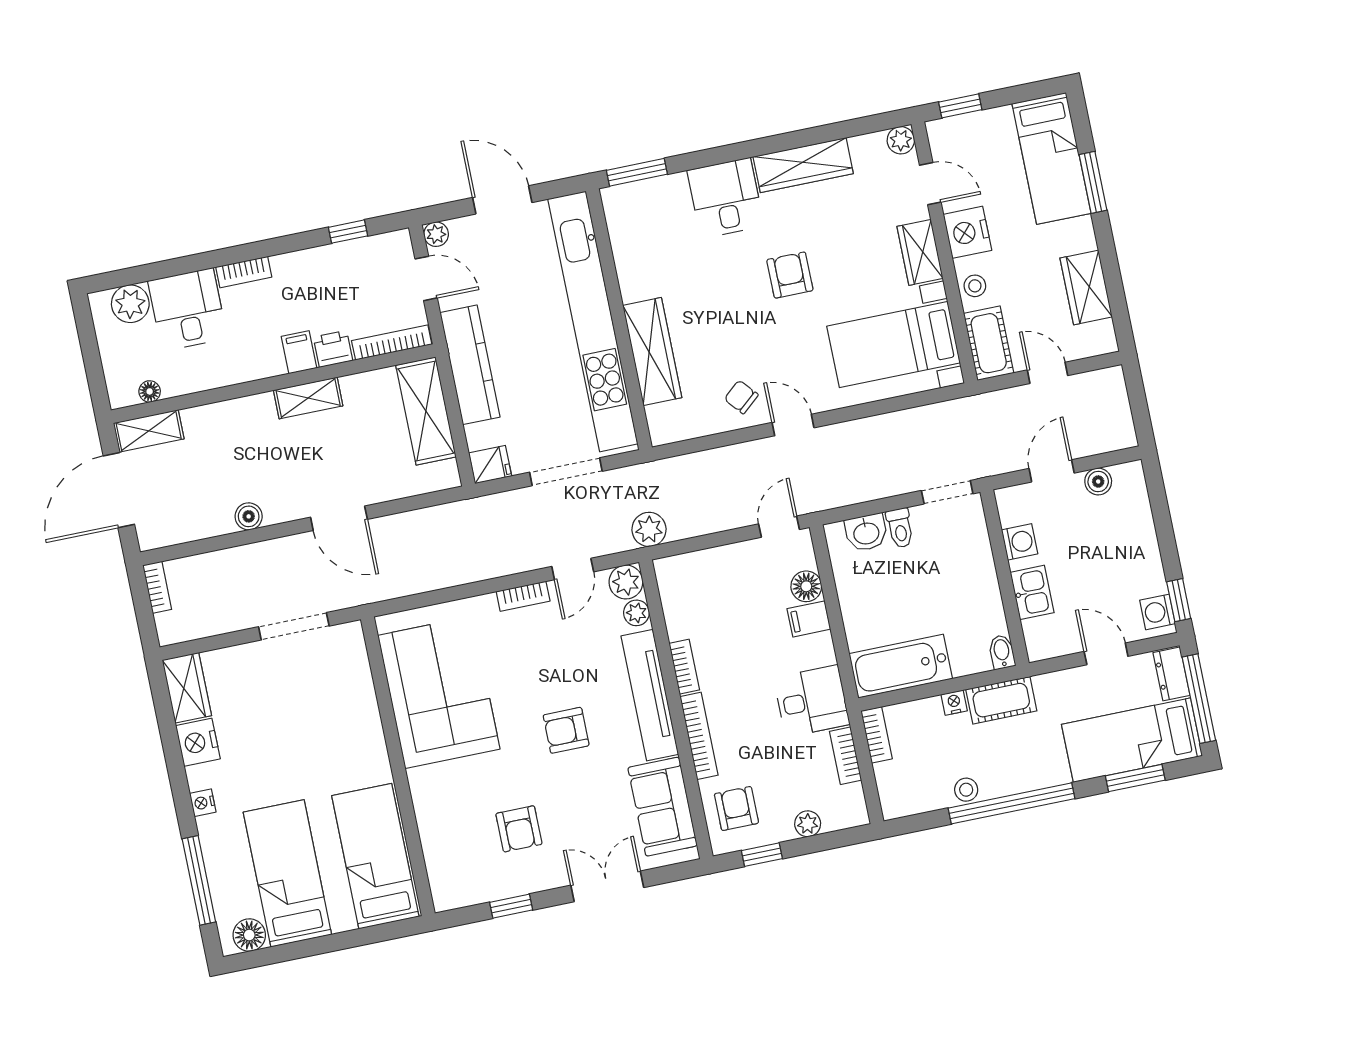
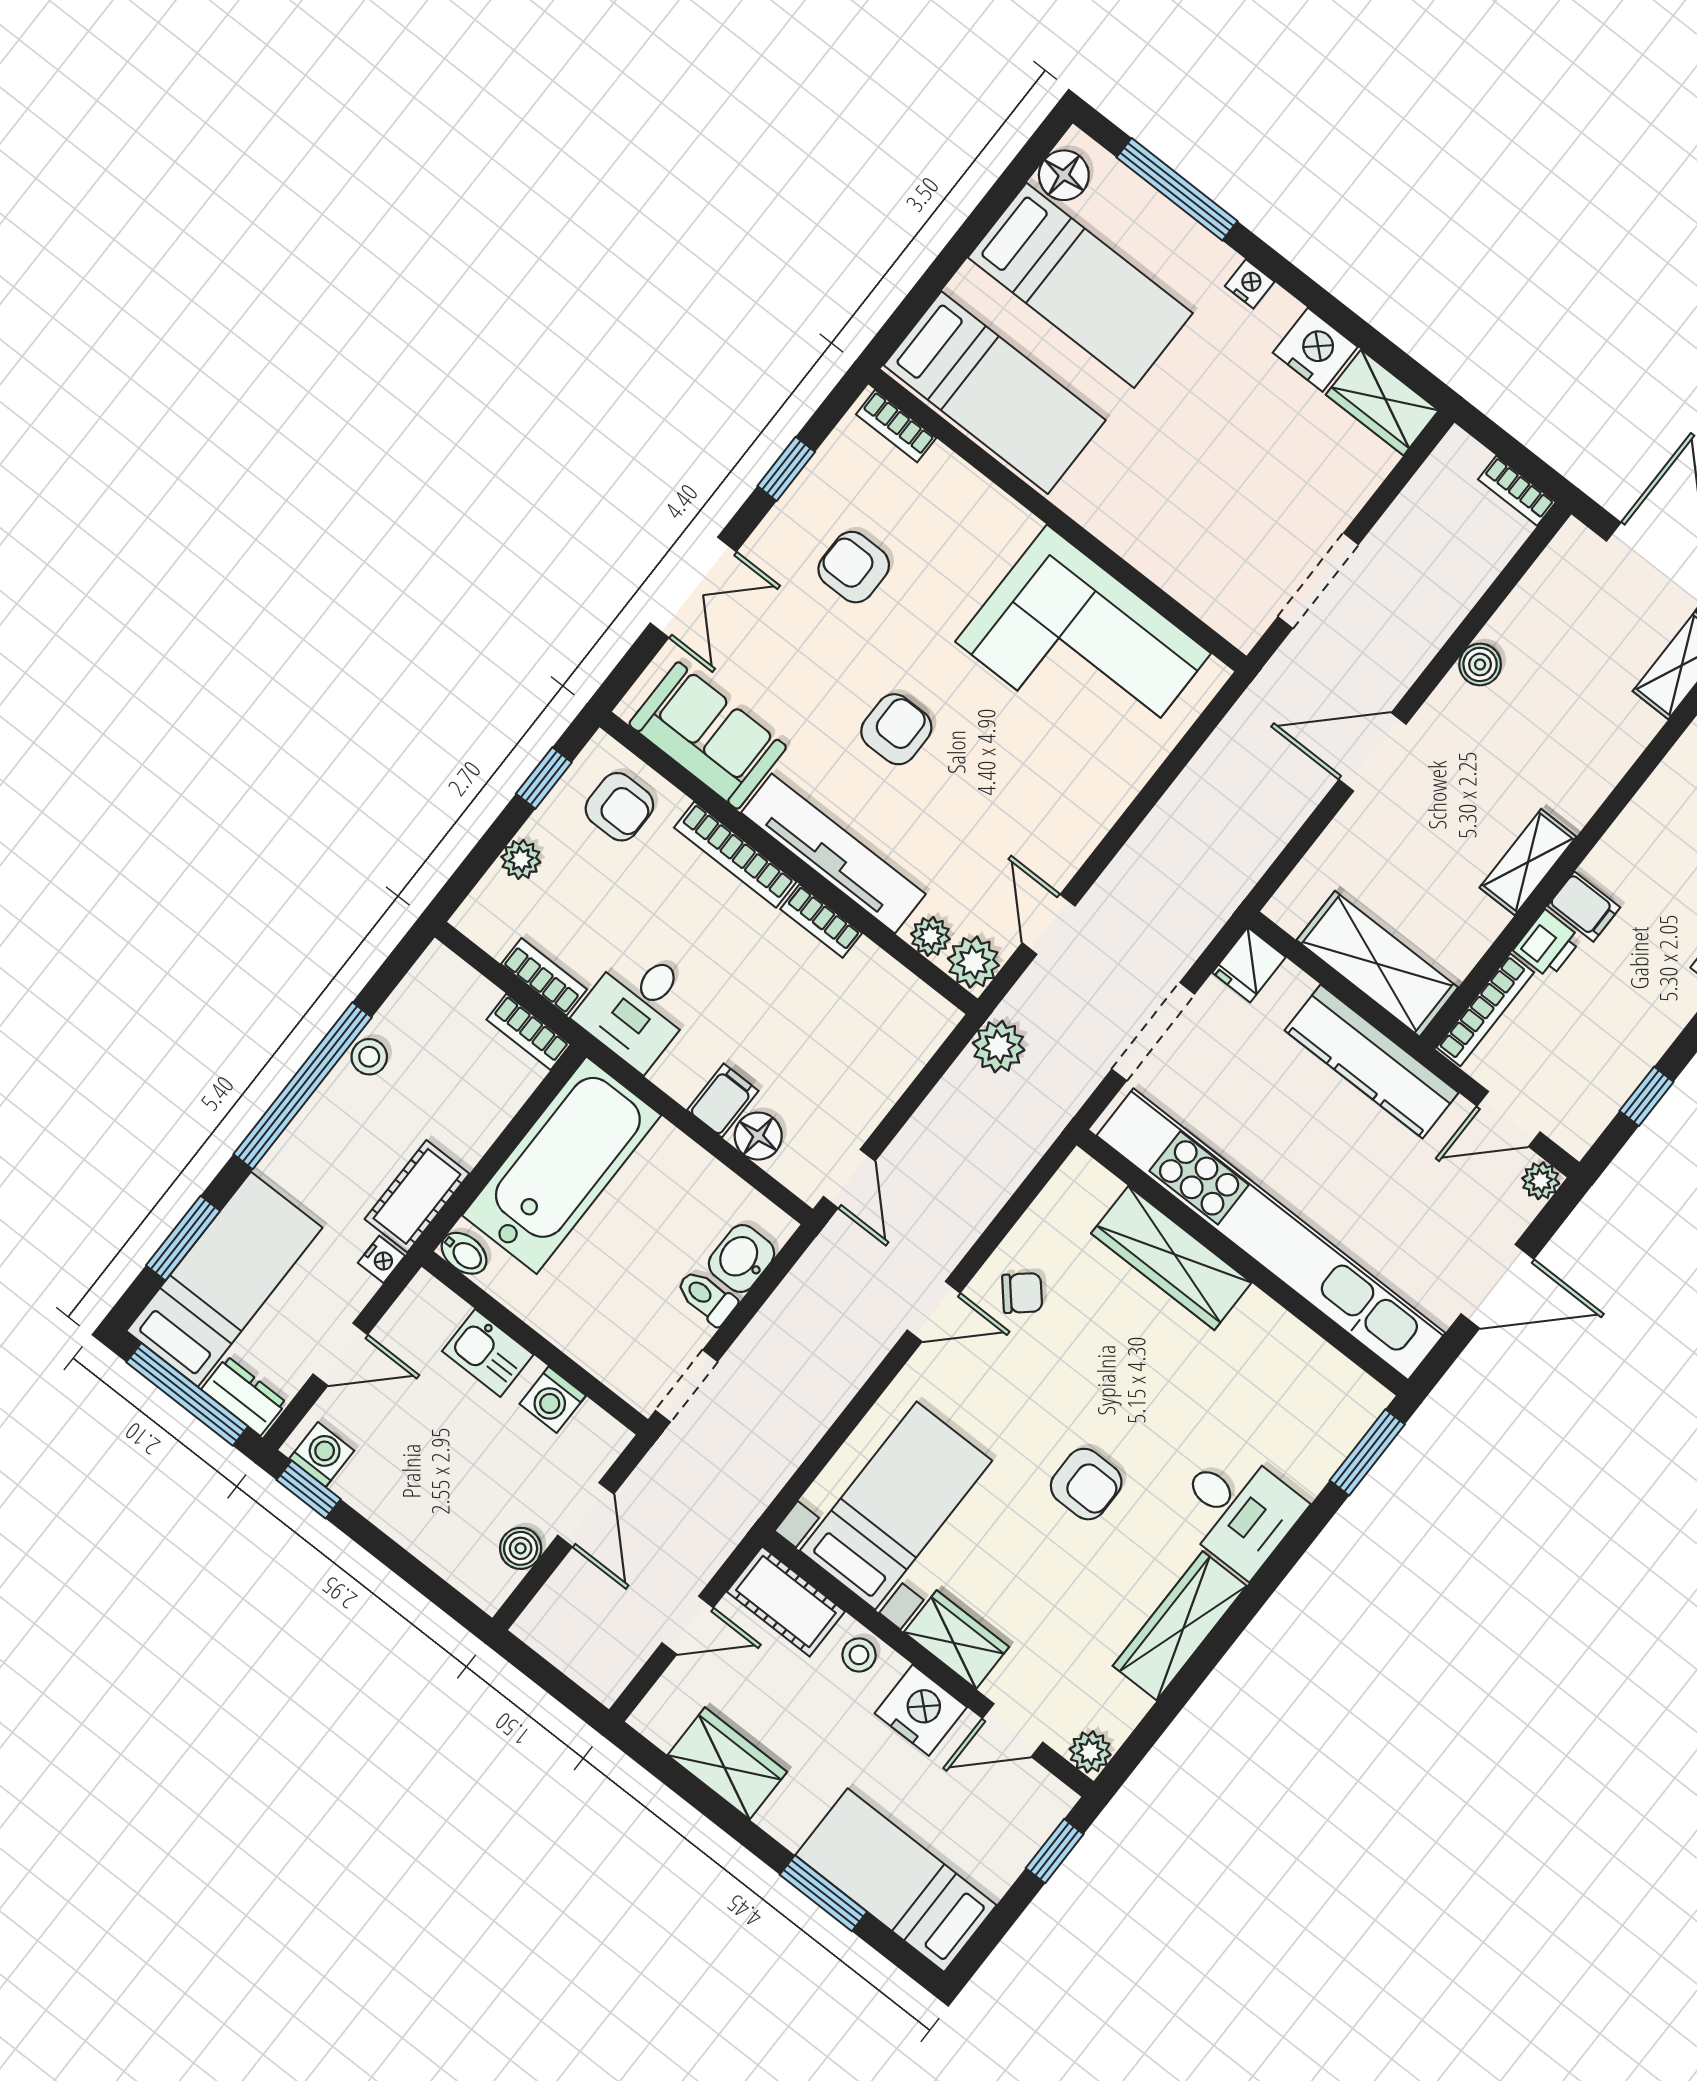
bookcase: (523, 596) -> (896, 426), moved, turned -90
bathtub: (901, 666) -> (562, 1165), width x1.36, depth x1.36
nightstand: (954, 703) -> (381, 1259), moved

